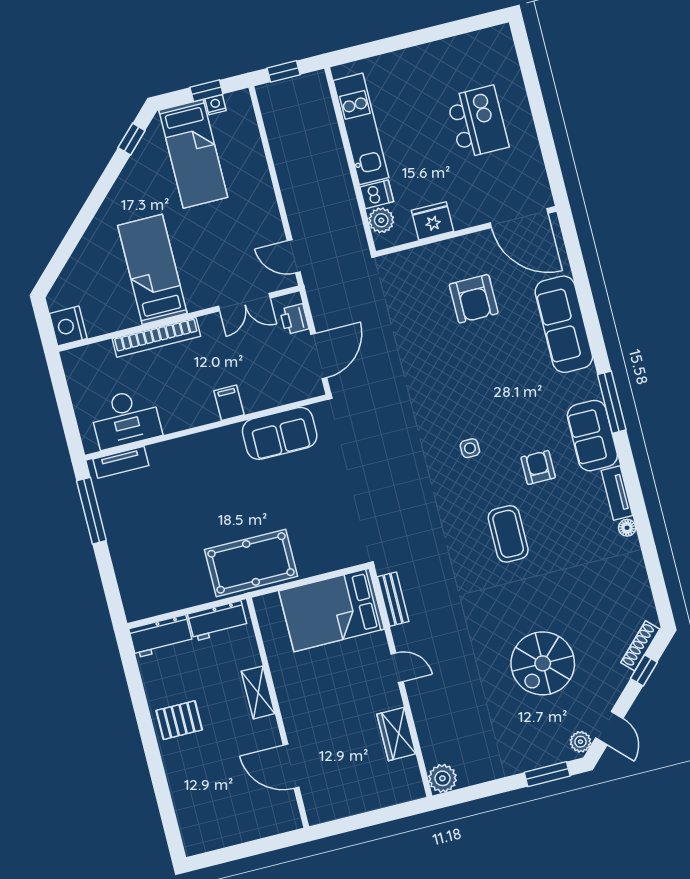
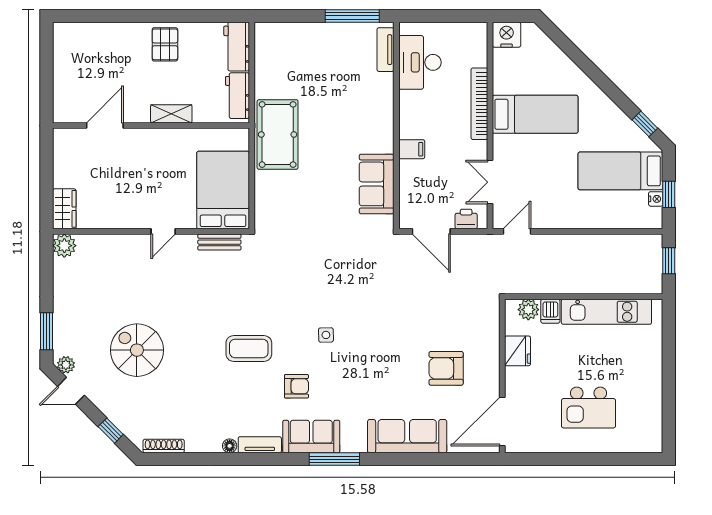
shoe rack: (640, 646) -> (164, 446), moved, turned -45
wardrobe: (396, 734) -> (64, 209), moved, turned 90

